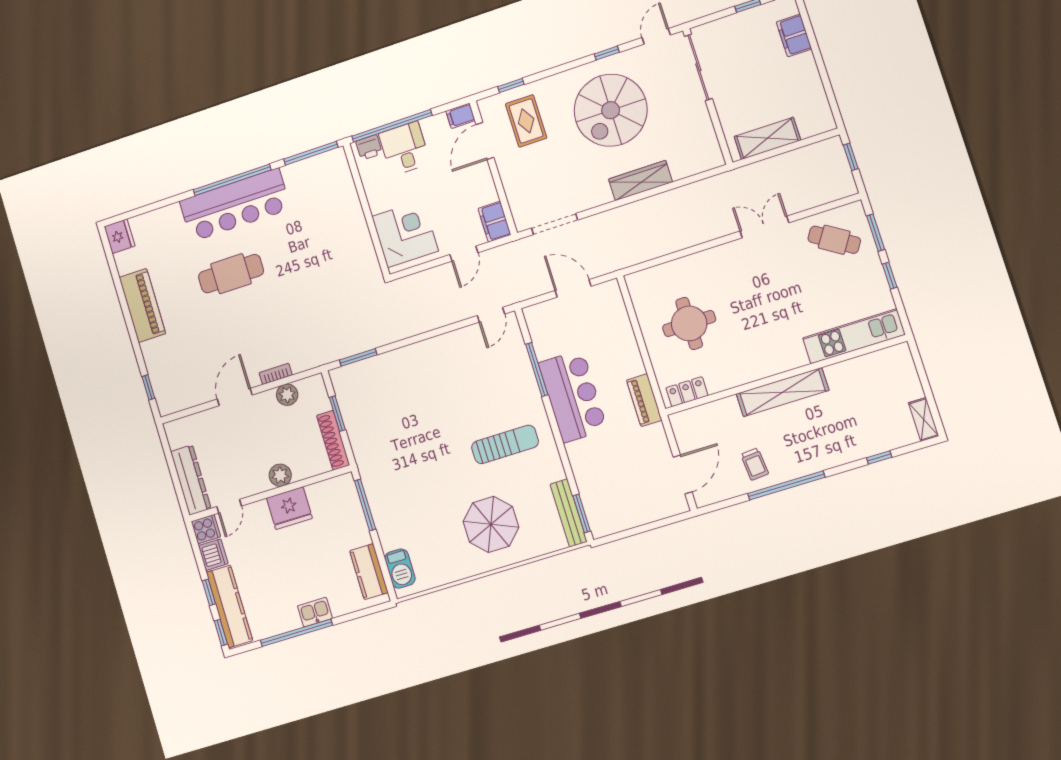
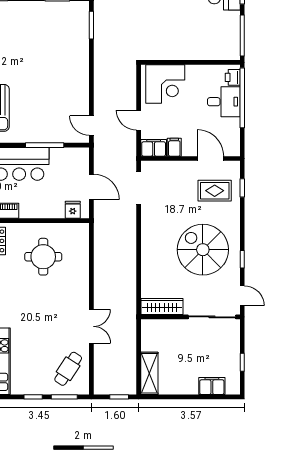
filing cabinet: (461, 116) -> (174, 147), moved
shelving: (767, 138) -> (149, 373), moved
wardrobe: (640, 181) -> (162, 307), moved, turned -90
door: (573, 288) -> (91, 187), hinge flipped
fridge: (612, 304) -> (73, 210), added

